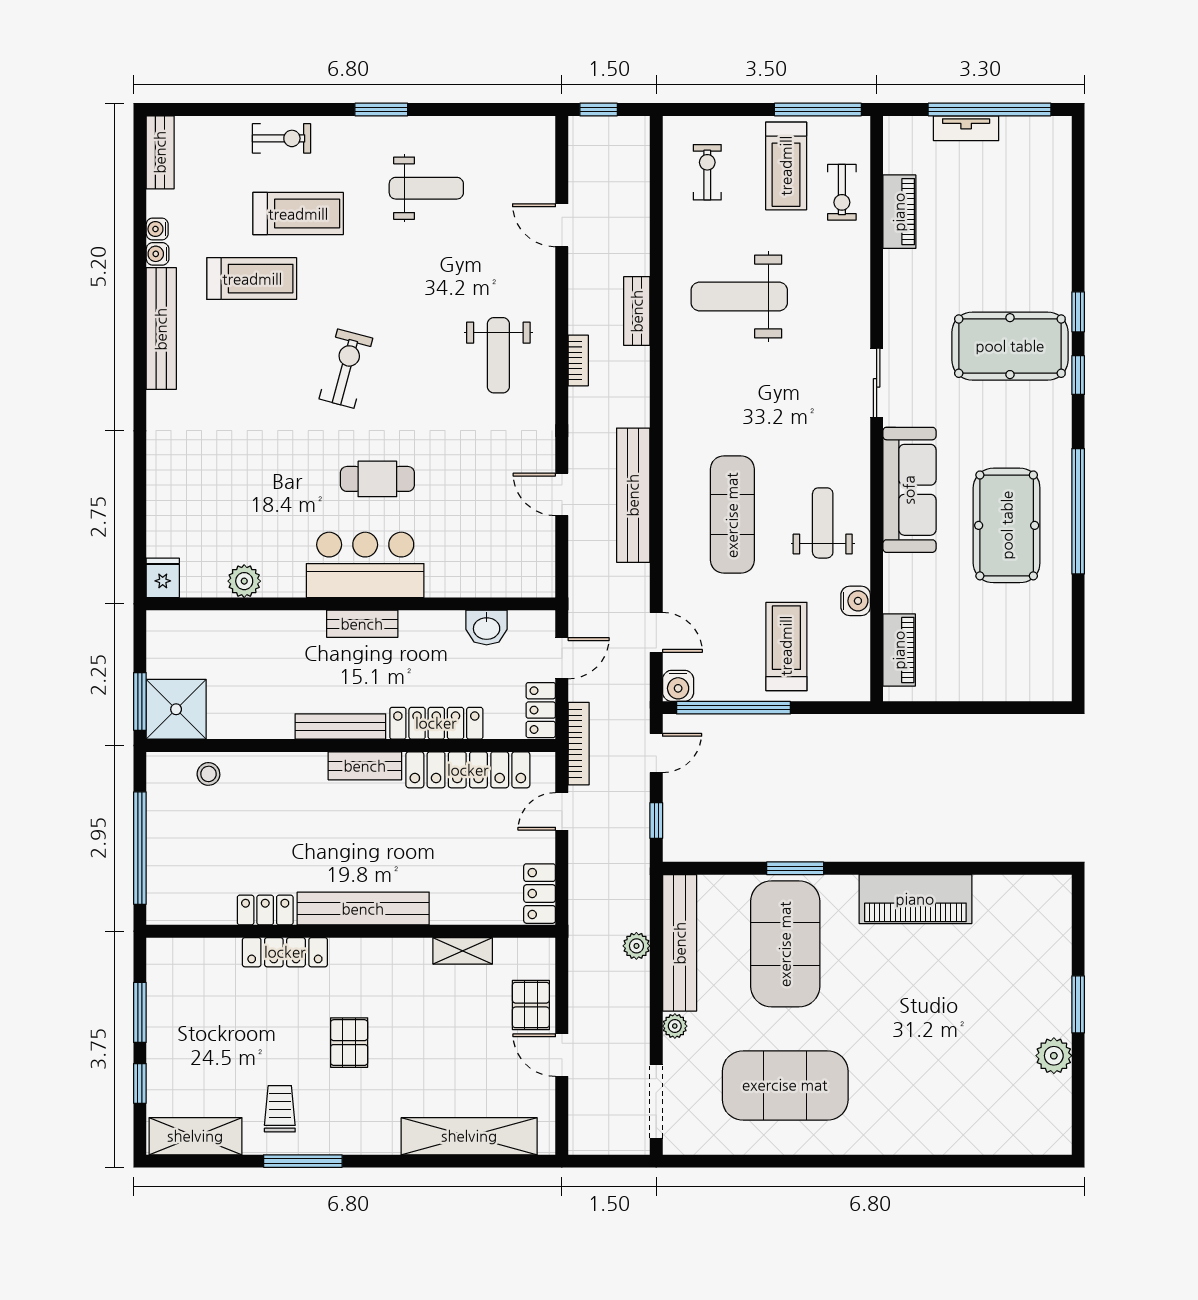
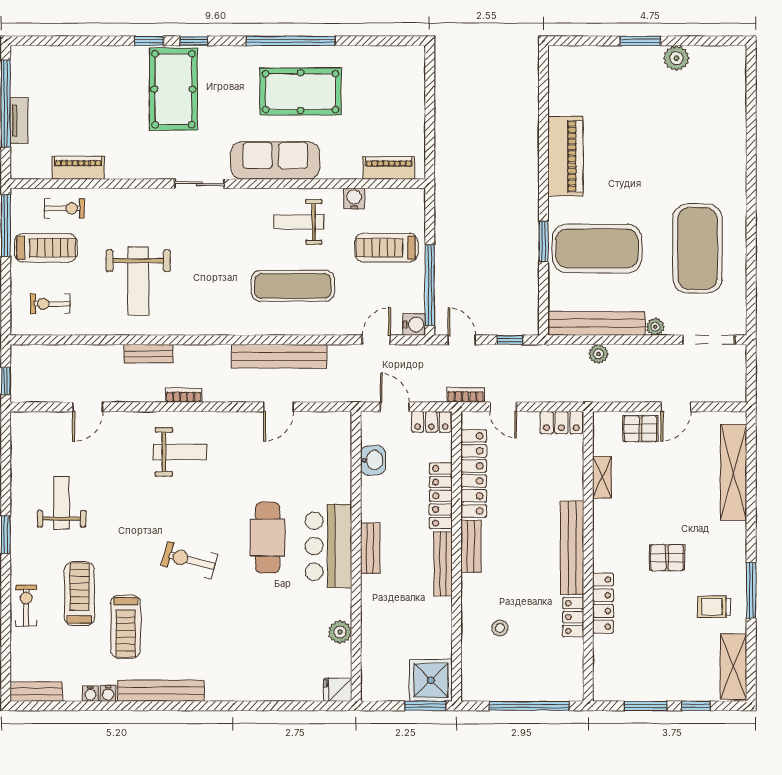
treadmill: (252, 279) -> (126, 627), turned 180
cafe table: (377, 479) -> (268, 538), width x1.37, depth x1.35
bookcase: (579, 744) -> (466, 395), width x0.64
stool: (208, 774) -> (500, 628), moved

